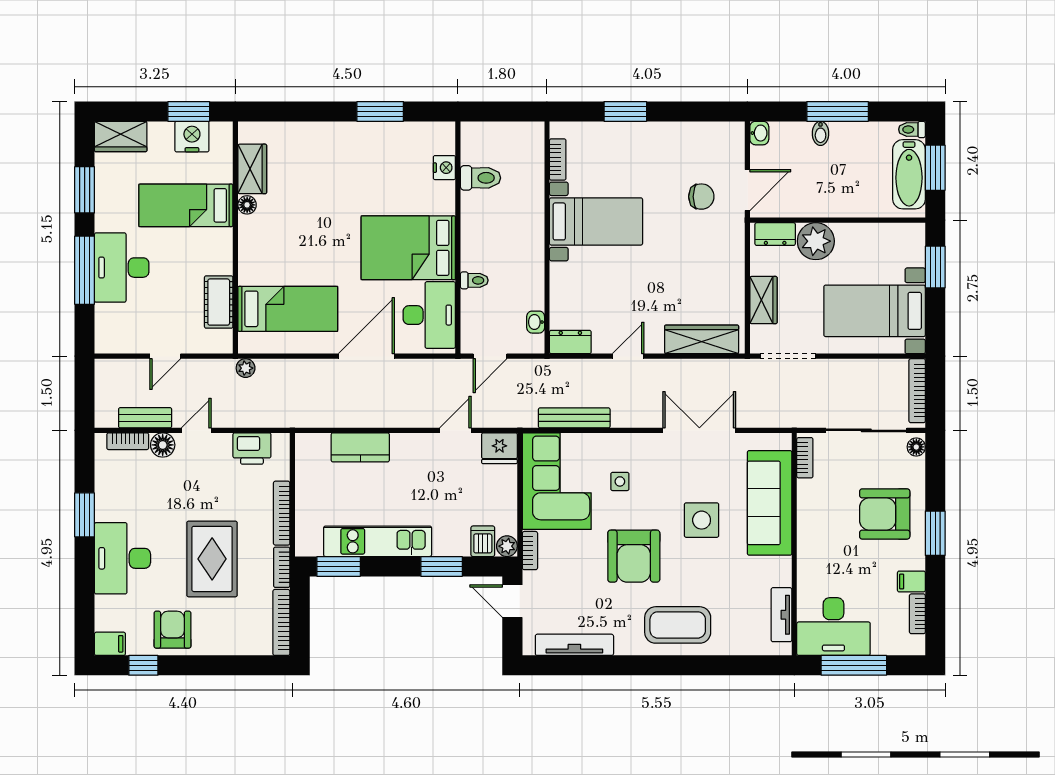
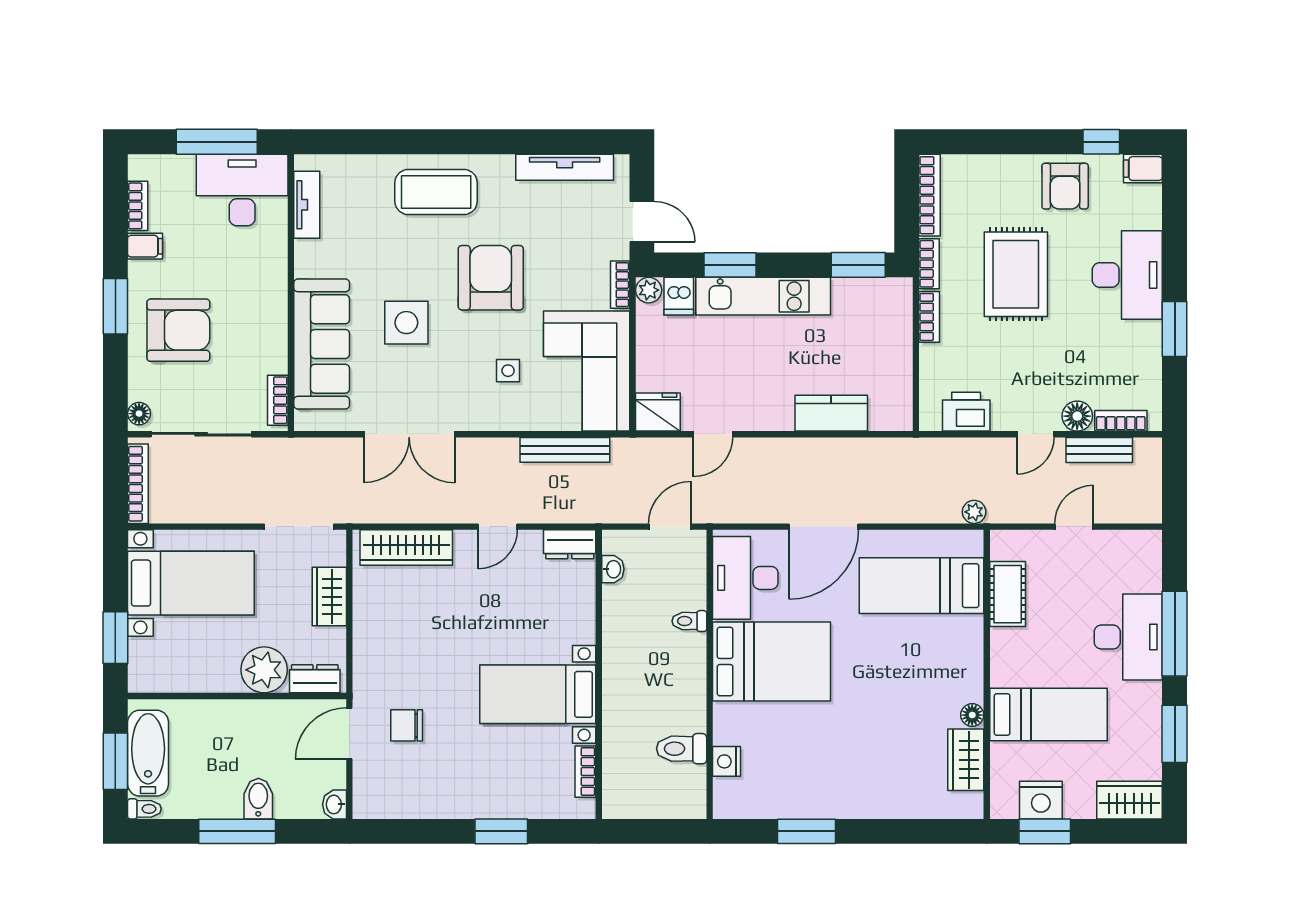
bidet: (821, 133) -> (258, 799), width x1.38, depth x1.36
bookcase: (282, 513) -> (929, 317), width x0.64
kitchen unit: (378, 541) -> (763, 296), moved

